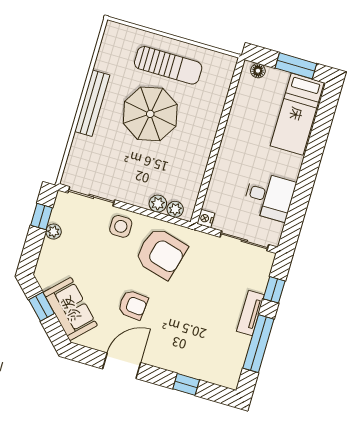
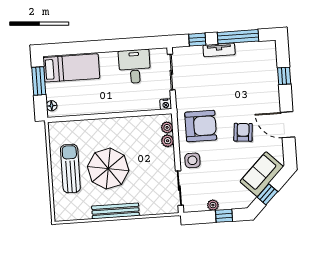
window: (41, 217) -> (224, 216), moved
armchair: (161, 253) -> (201, 126), turned 75

